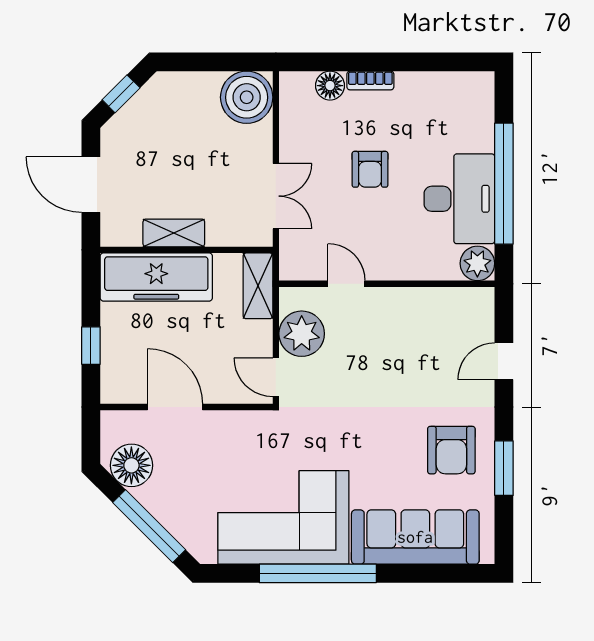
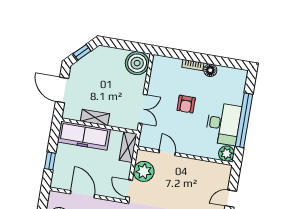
floor lamp: (330, 86) -> (210, 70), moved

